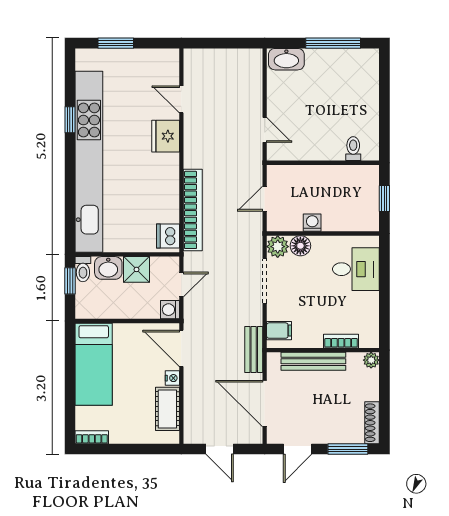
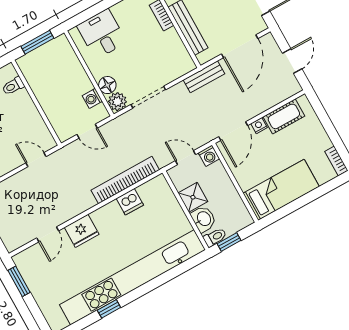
window: (116, 43) -> (19, 281), moved
door: (265, 130) -> (36, 160), hinge flipped
window: (384, 198) -> (37, 42), width x1.50
washing machine: (312, 223) -> (92, 98), moved
dishwasher: (168, 236) -> (130, 202), moved
filing cabinet: (279, 331) -> (179, 66), removed

